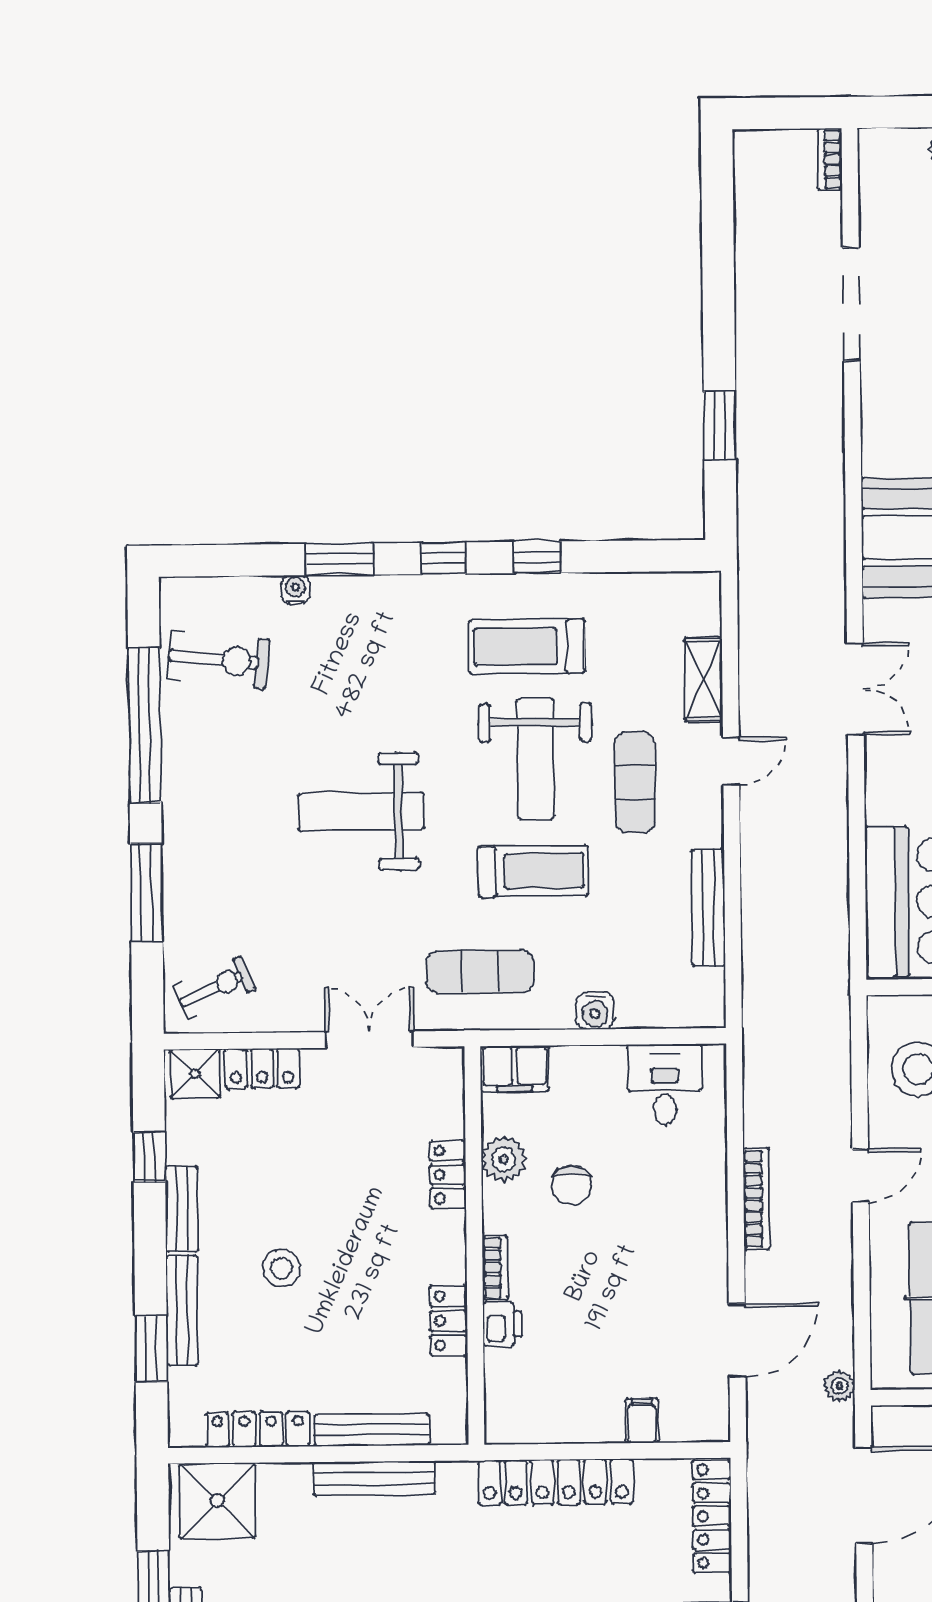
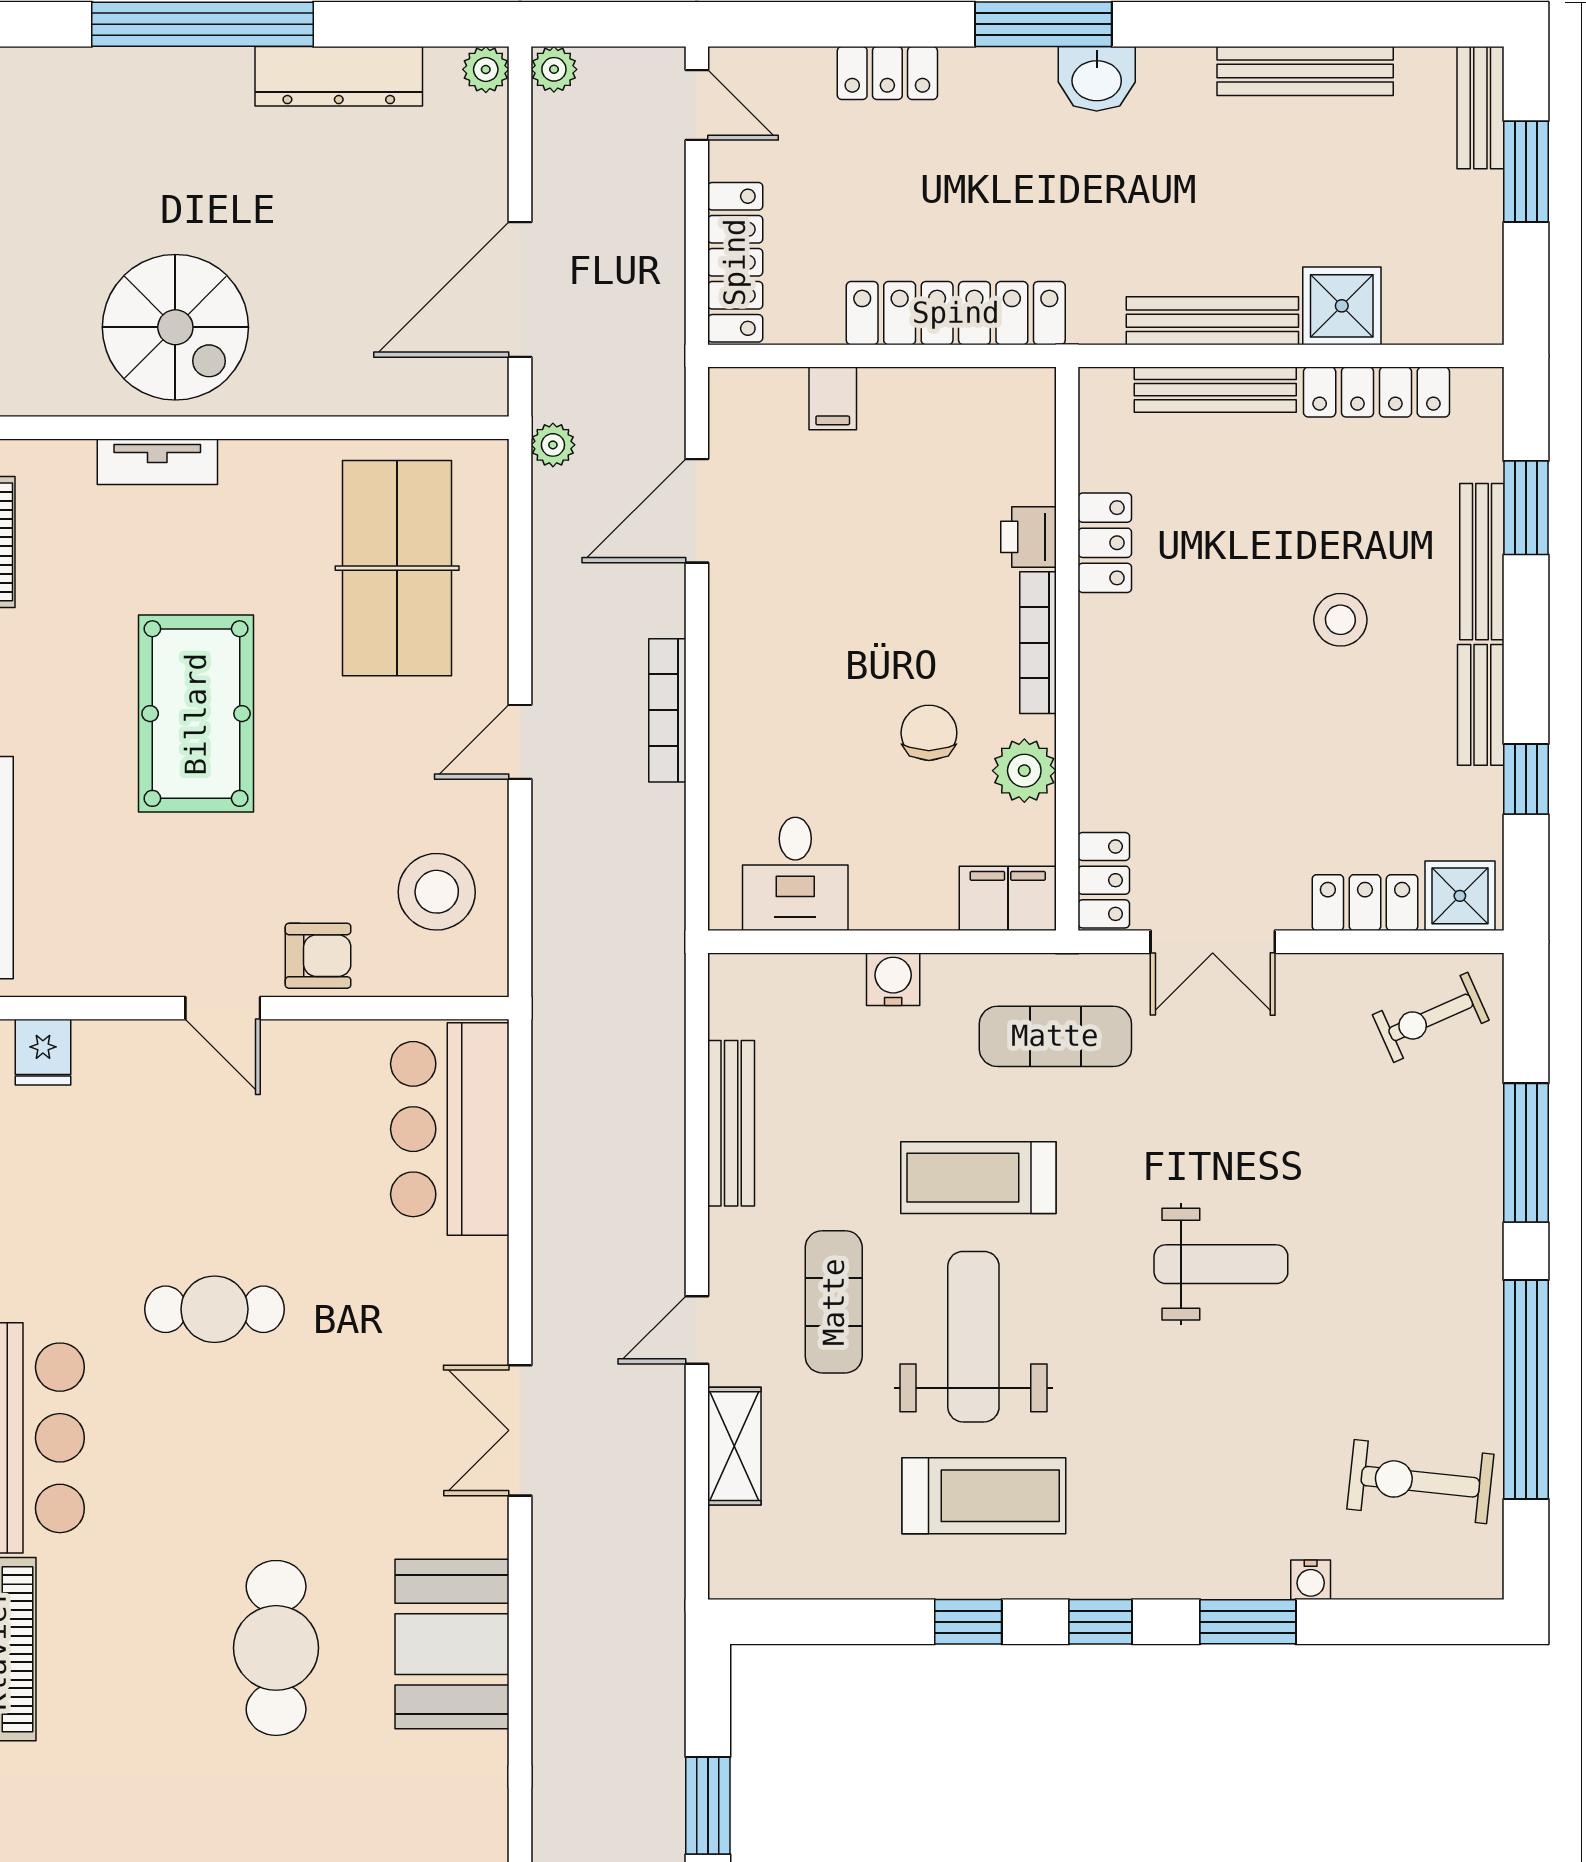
weight bench: (361, 812) -> (1221, 1264), width x0.73, depth x0.75
locker: (448, 1175) -> (1104, 880), moved
bookcase: (495, 1268) -> (1038, 643), width x1.56
shower: (217, 1501) -> (1342, 306), moved, width x0.73, depth x0.73

